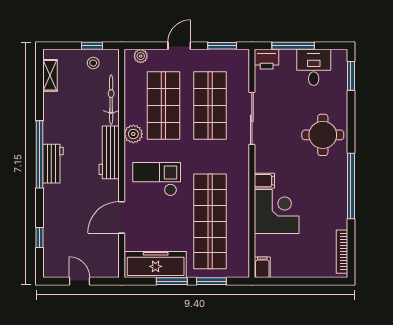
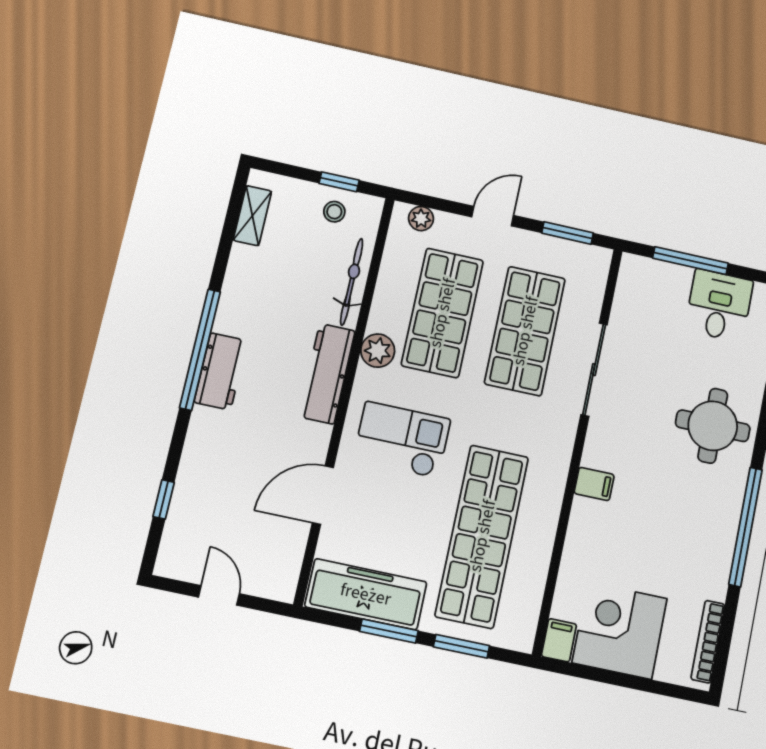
printer: (267, 59) -> (640, 273), removed
corner desk: (277, 212) -> (620, 631), moved, turned -90

